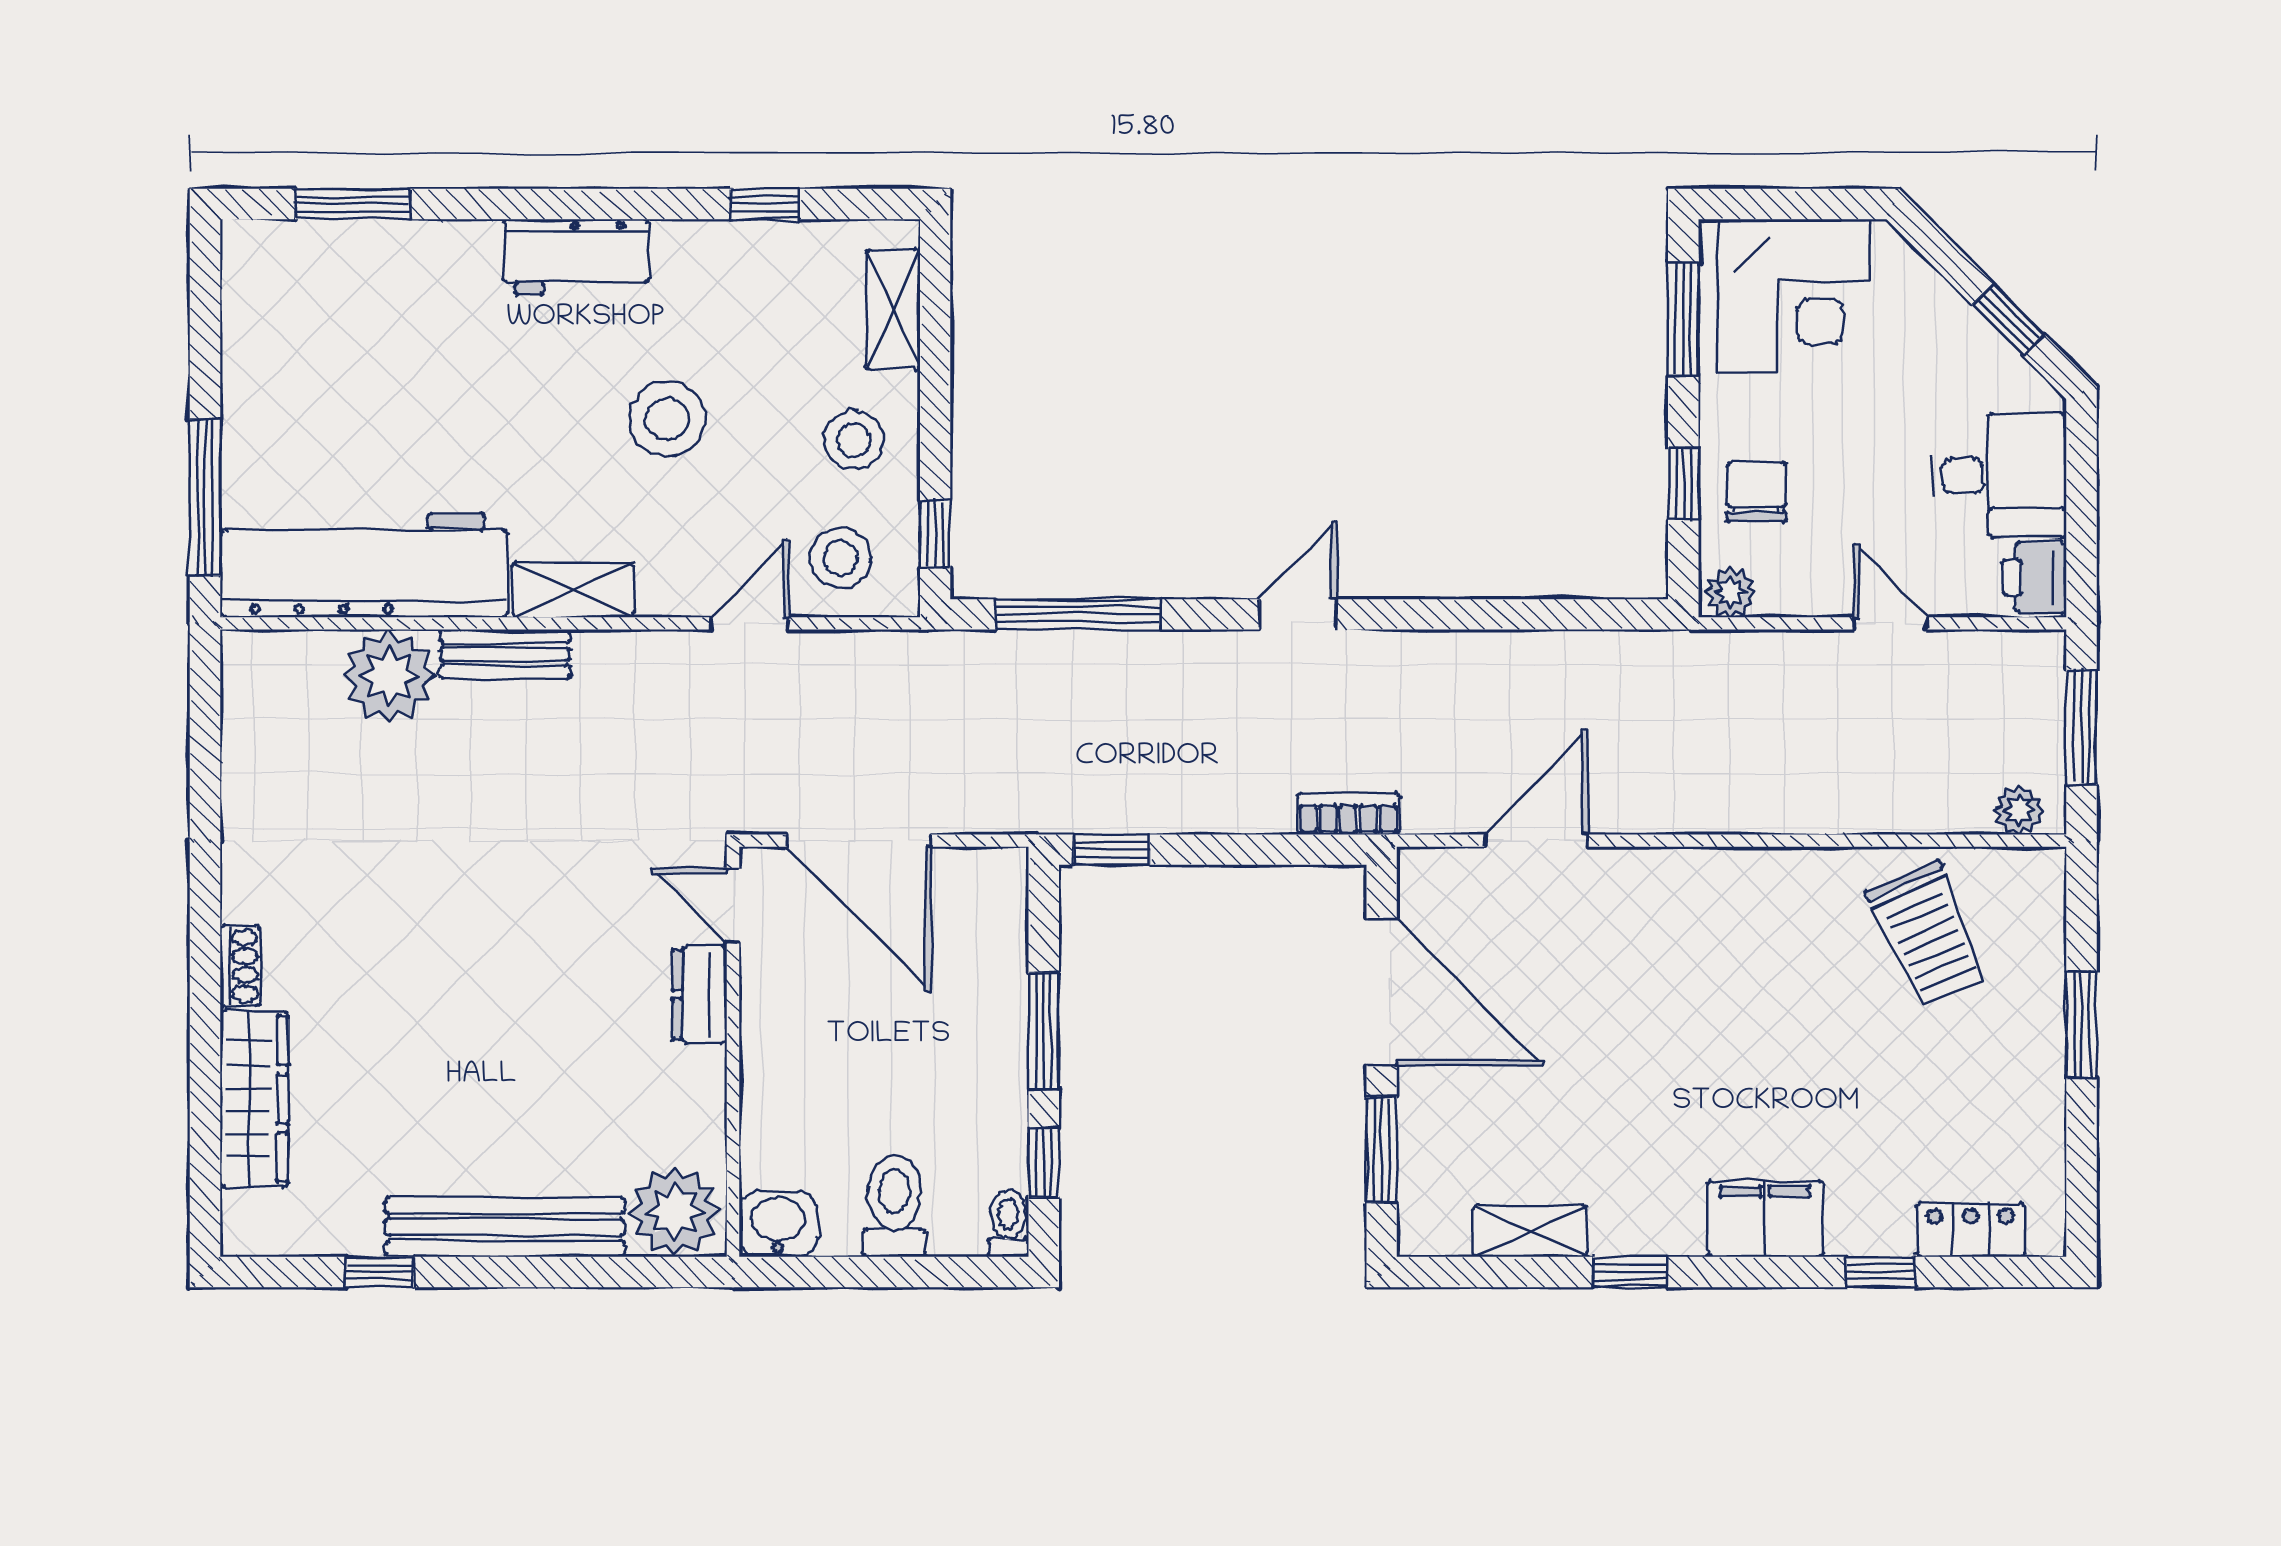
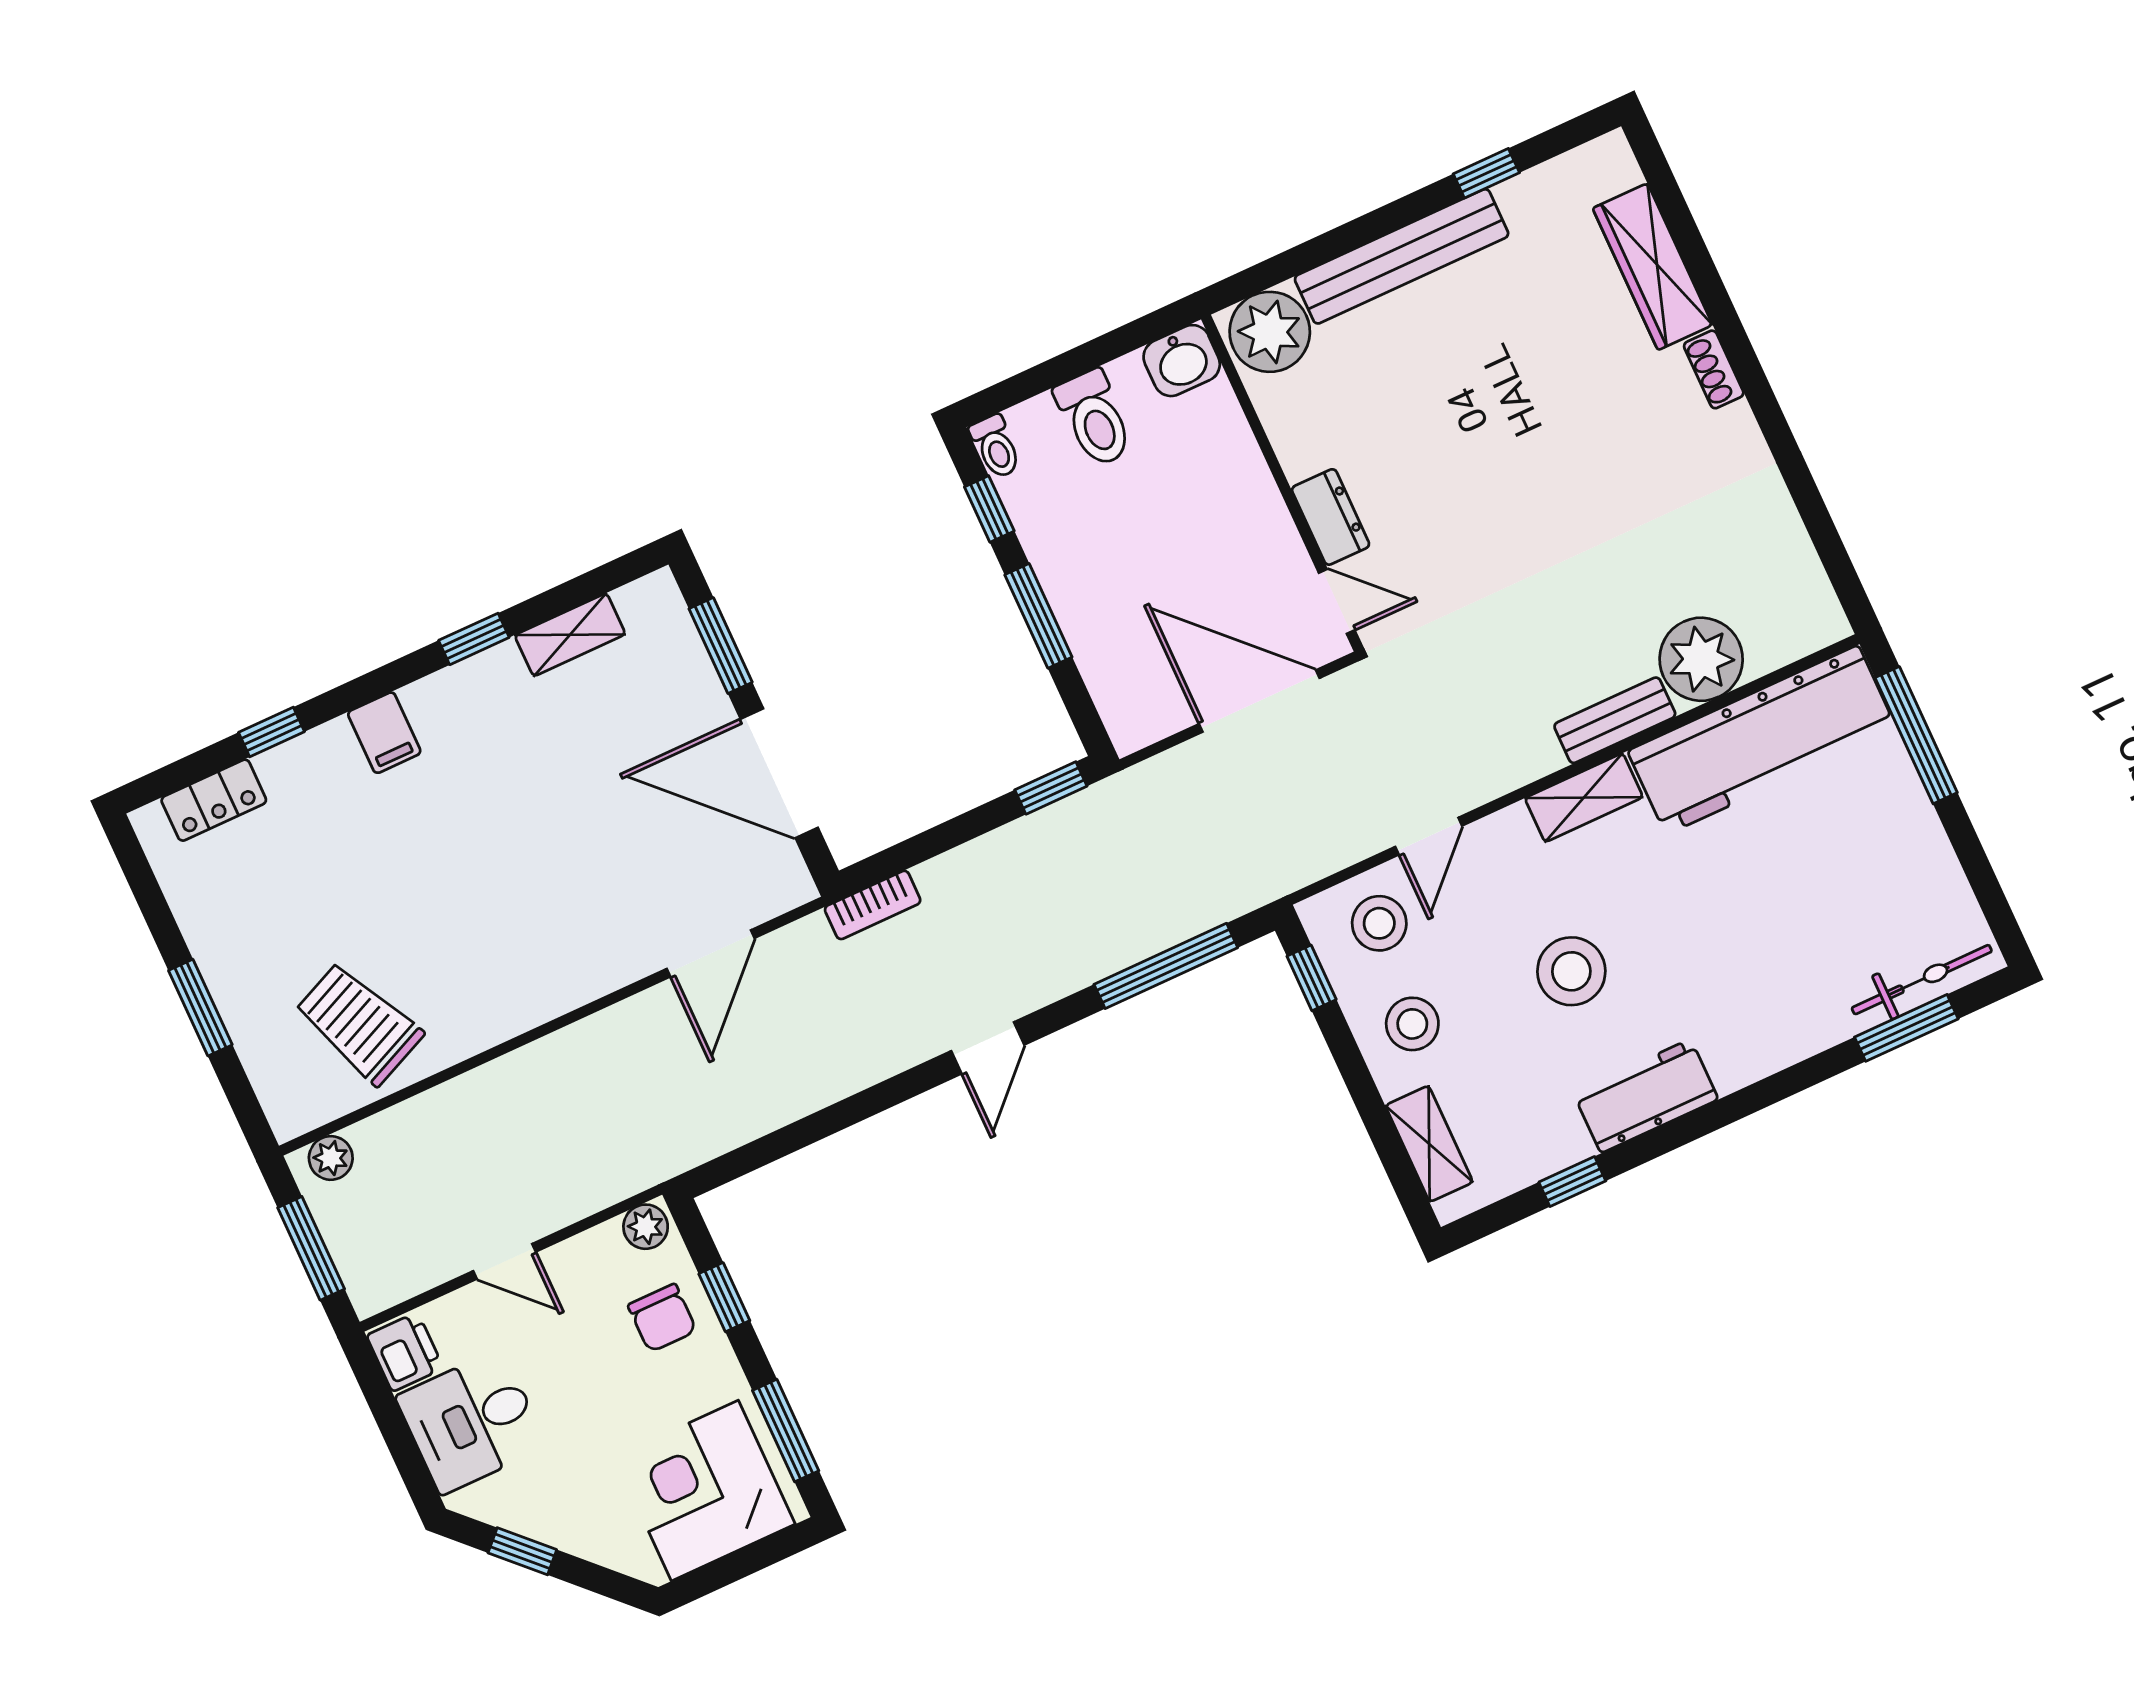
bicycle: (314, 246) -> (1922, 980), added
workbench: (576, 257) -> (1646, 1096), moved
filing cabinet: (1765, 1219) -> (384, 733), width x0.50

